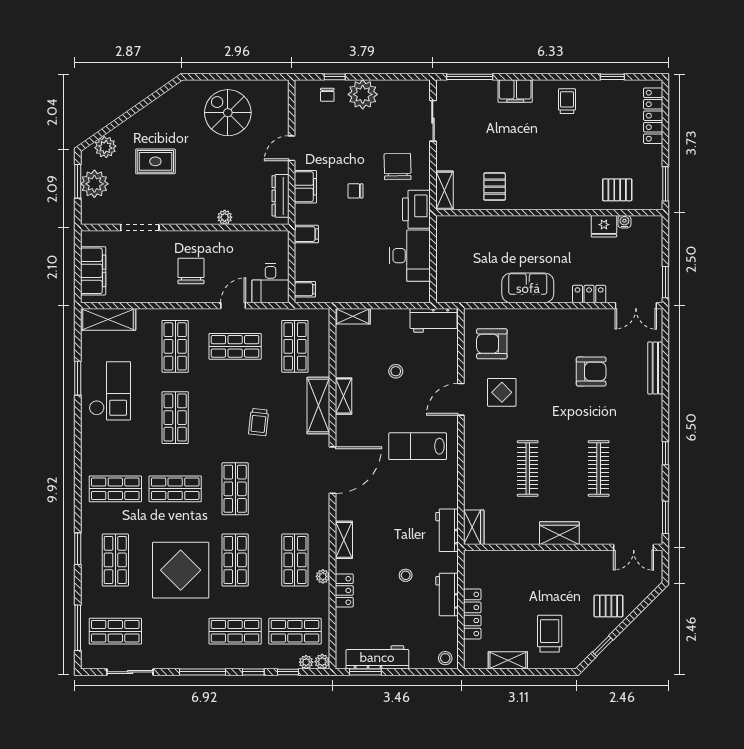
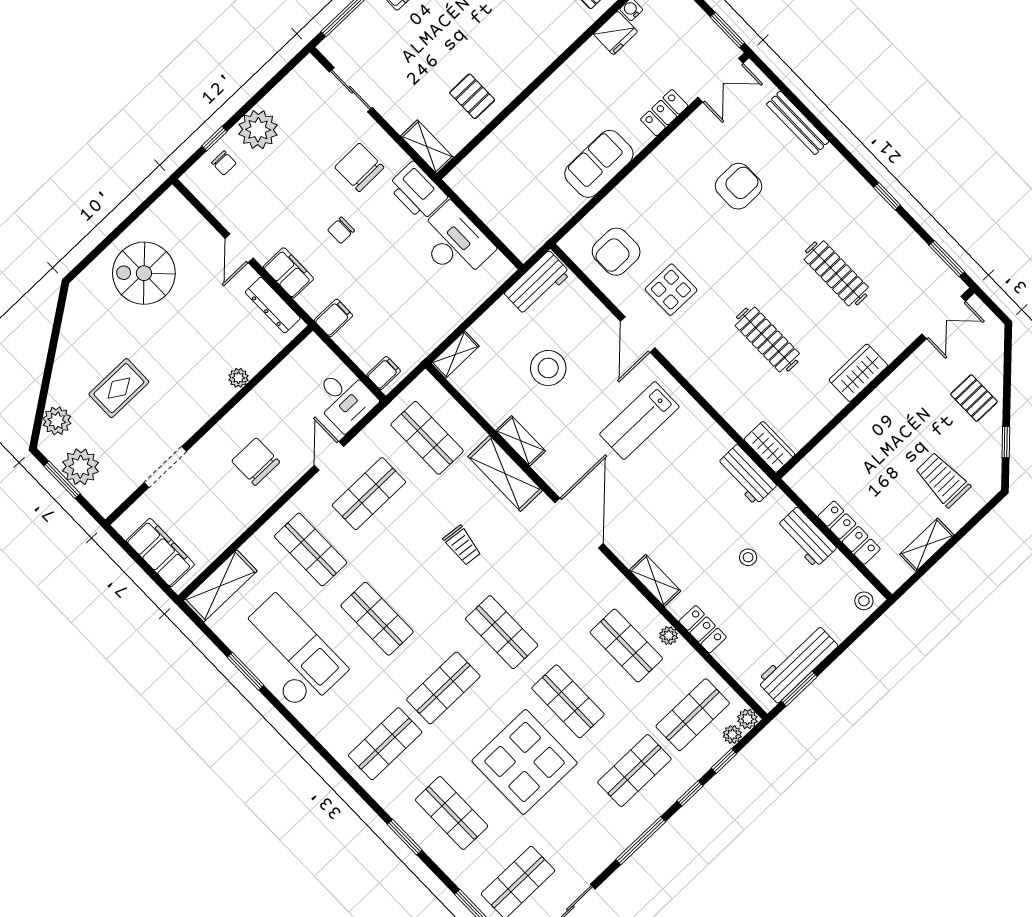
stool: (396, 371) -> (548, 368), width x1.89, depth x1.89
checkout: (110, 391) -> (289, 654), width x1.36, depth x1.21
pallet: (608, 606) -> (974, 398), turned 90

